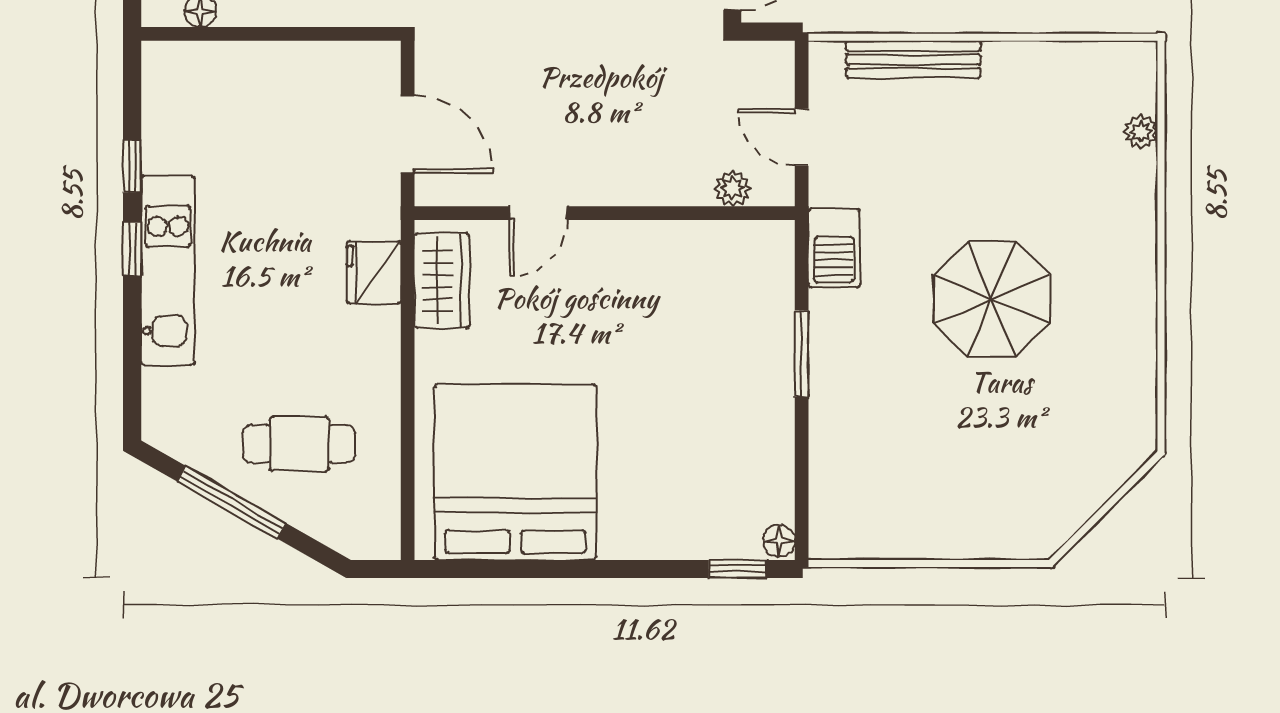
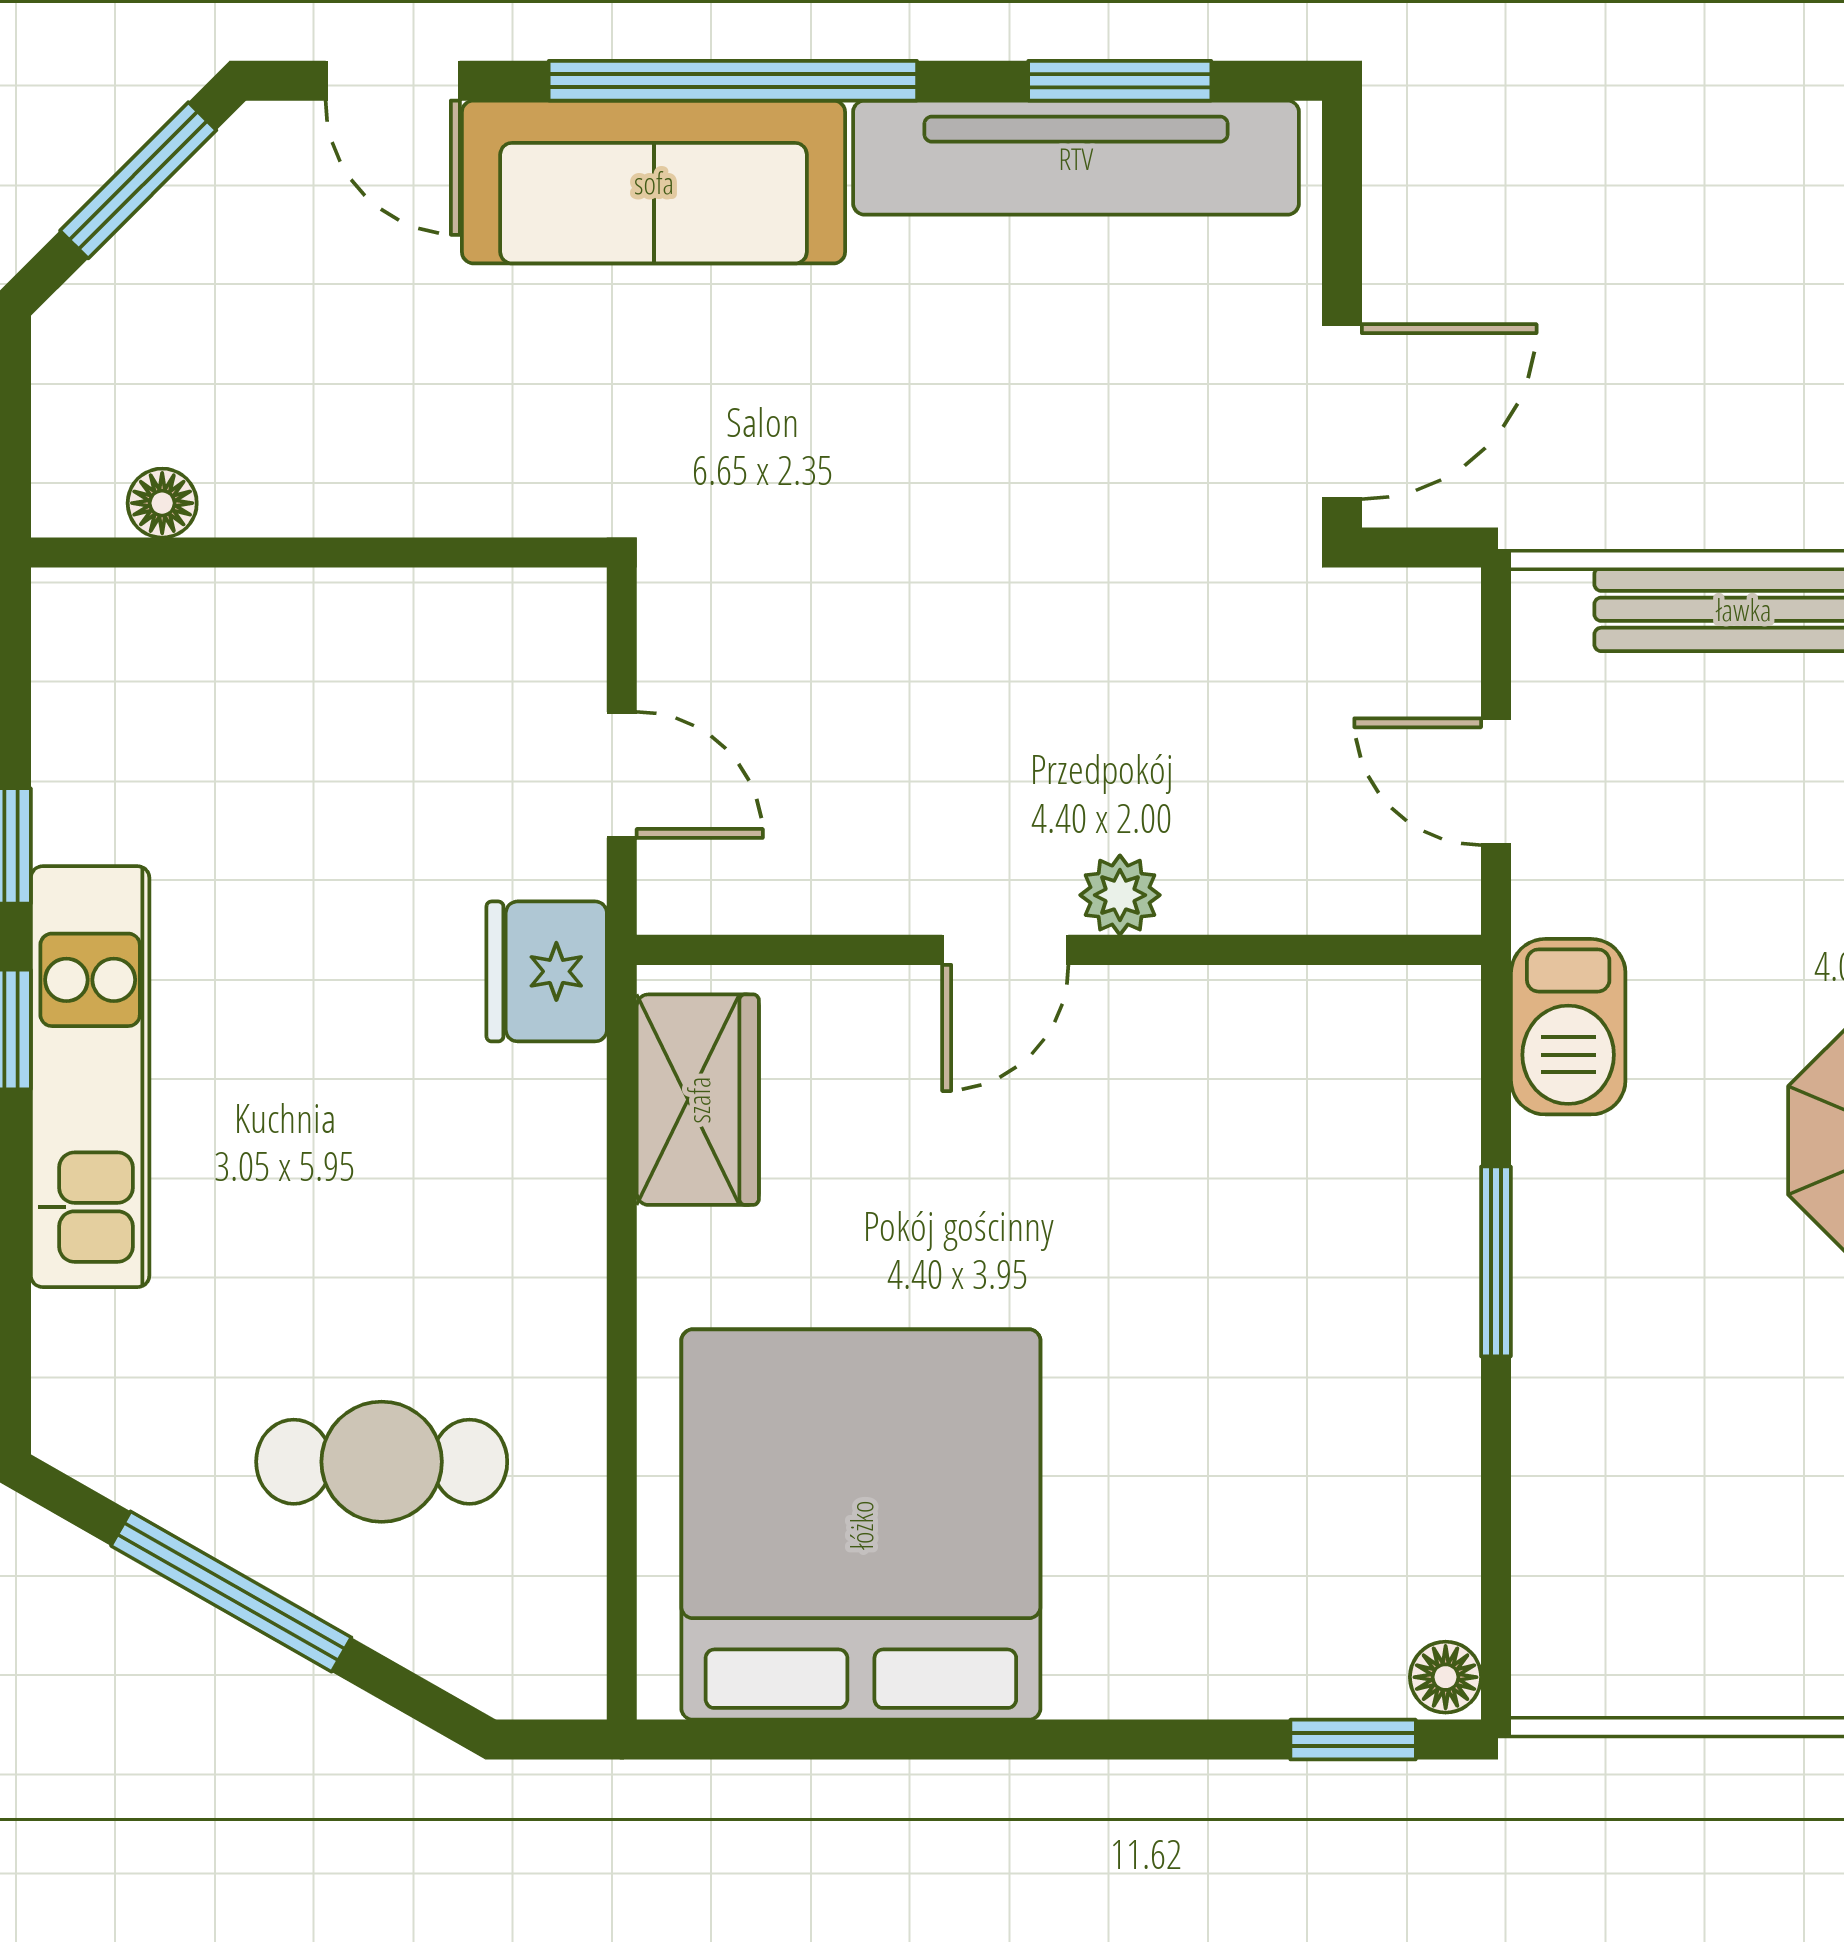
door: (408, 134) -> (622, 775), width x0.73
plant: (733, 188) -> (1120, 895), moved
door: (538, 213) -> (1005, 950), moved
fridge: (374, 272) -> (547, 971), moved

